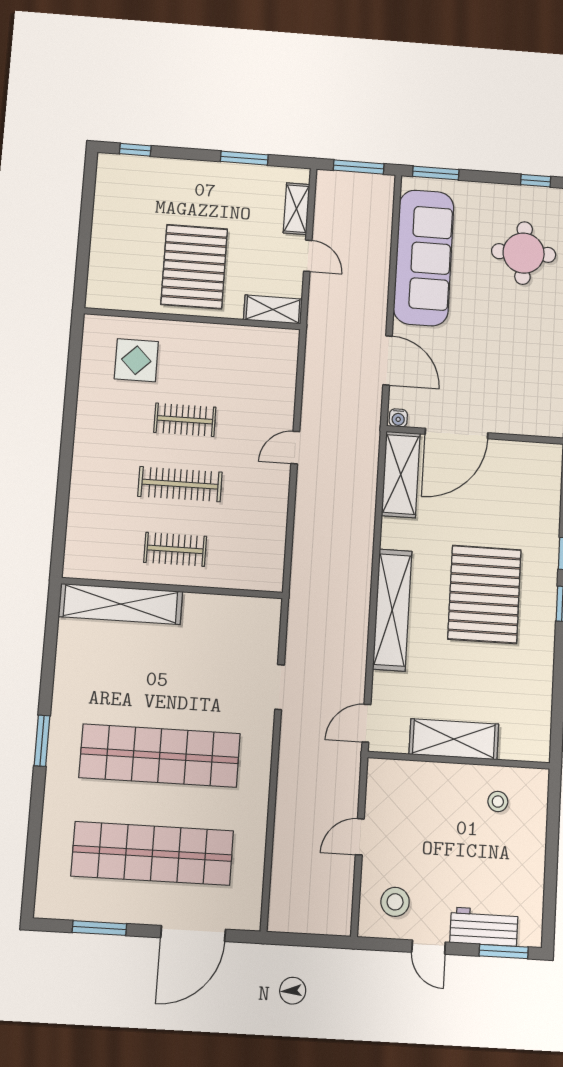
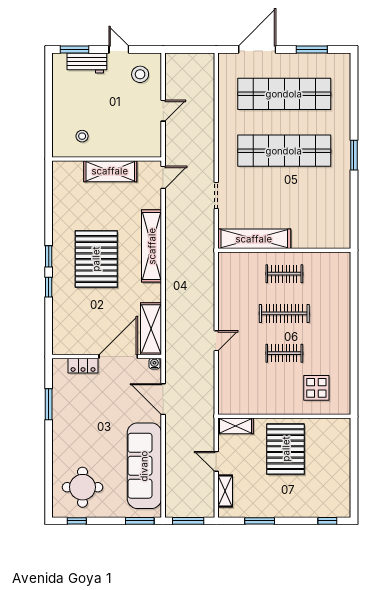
round table: (524, 253) -> (82, 487), moved
locker: (514, 423) -> (83, 366), added
shelving: (121, 604) -> (254, 239), moved

